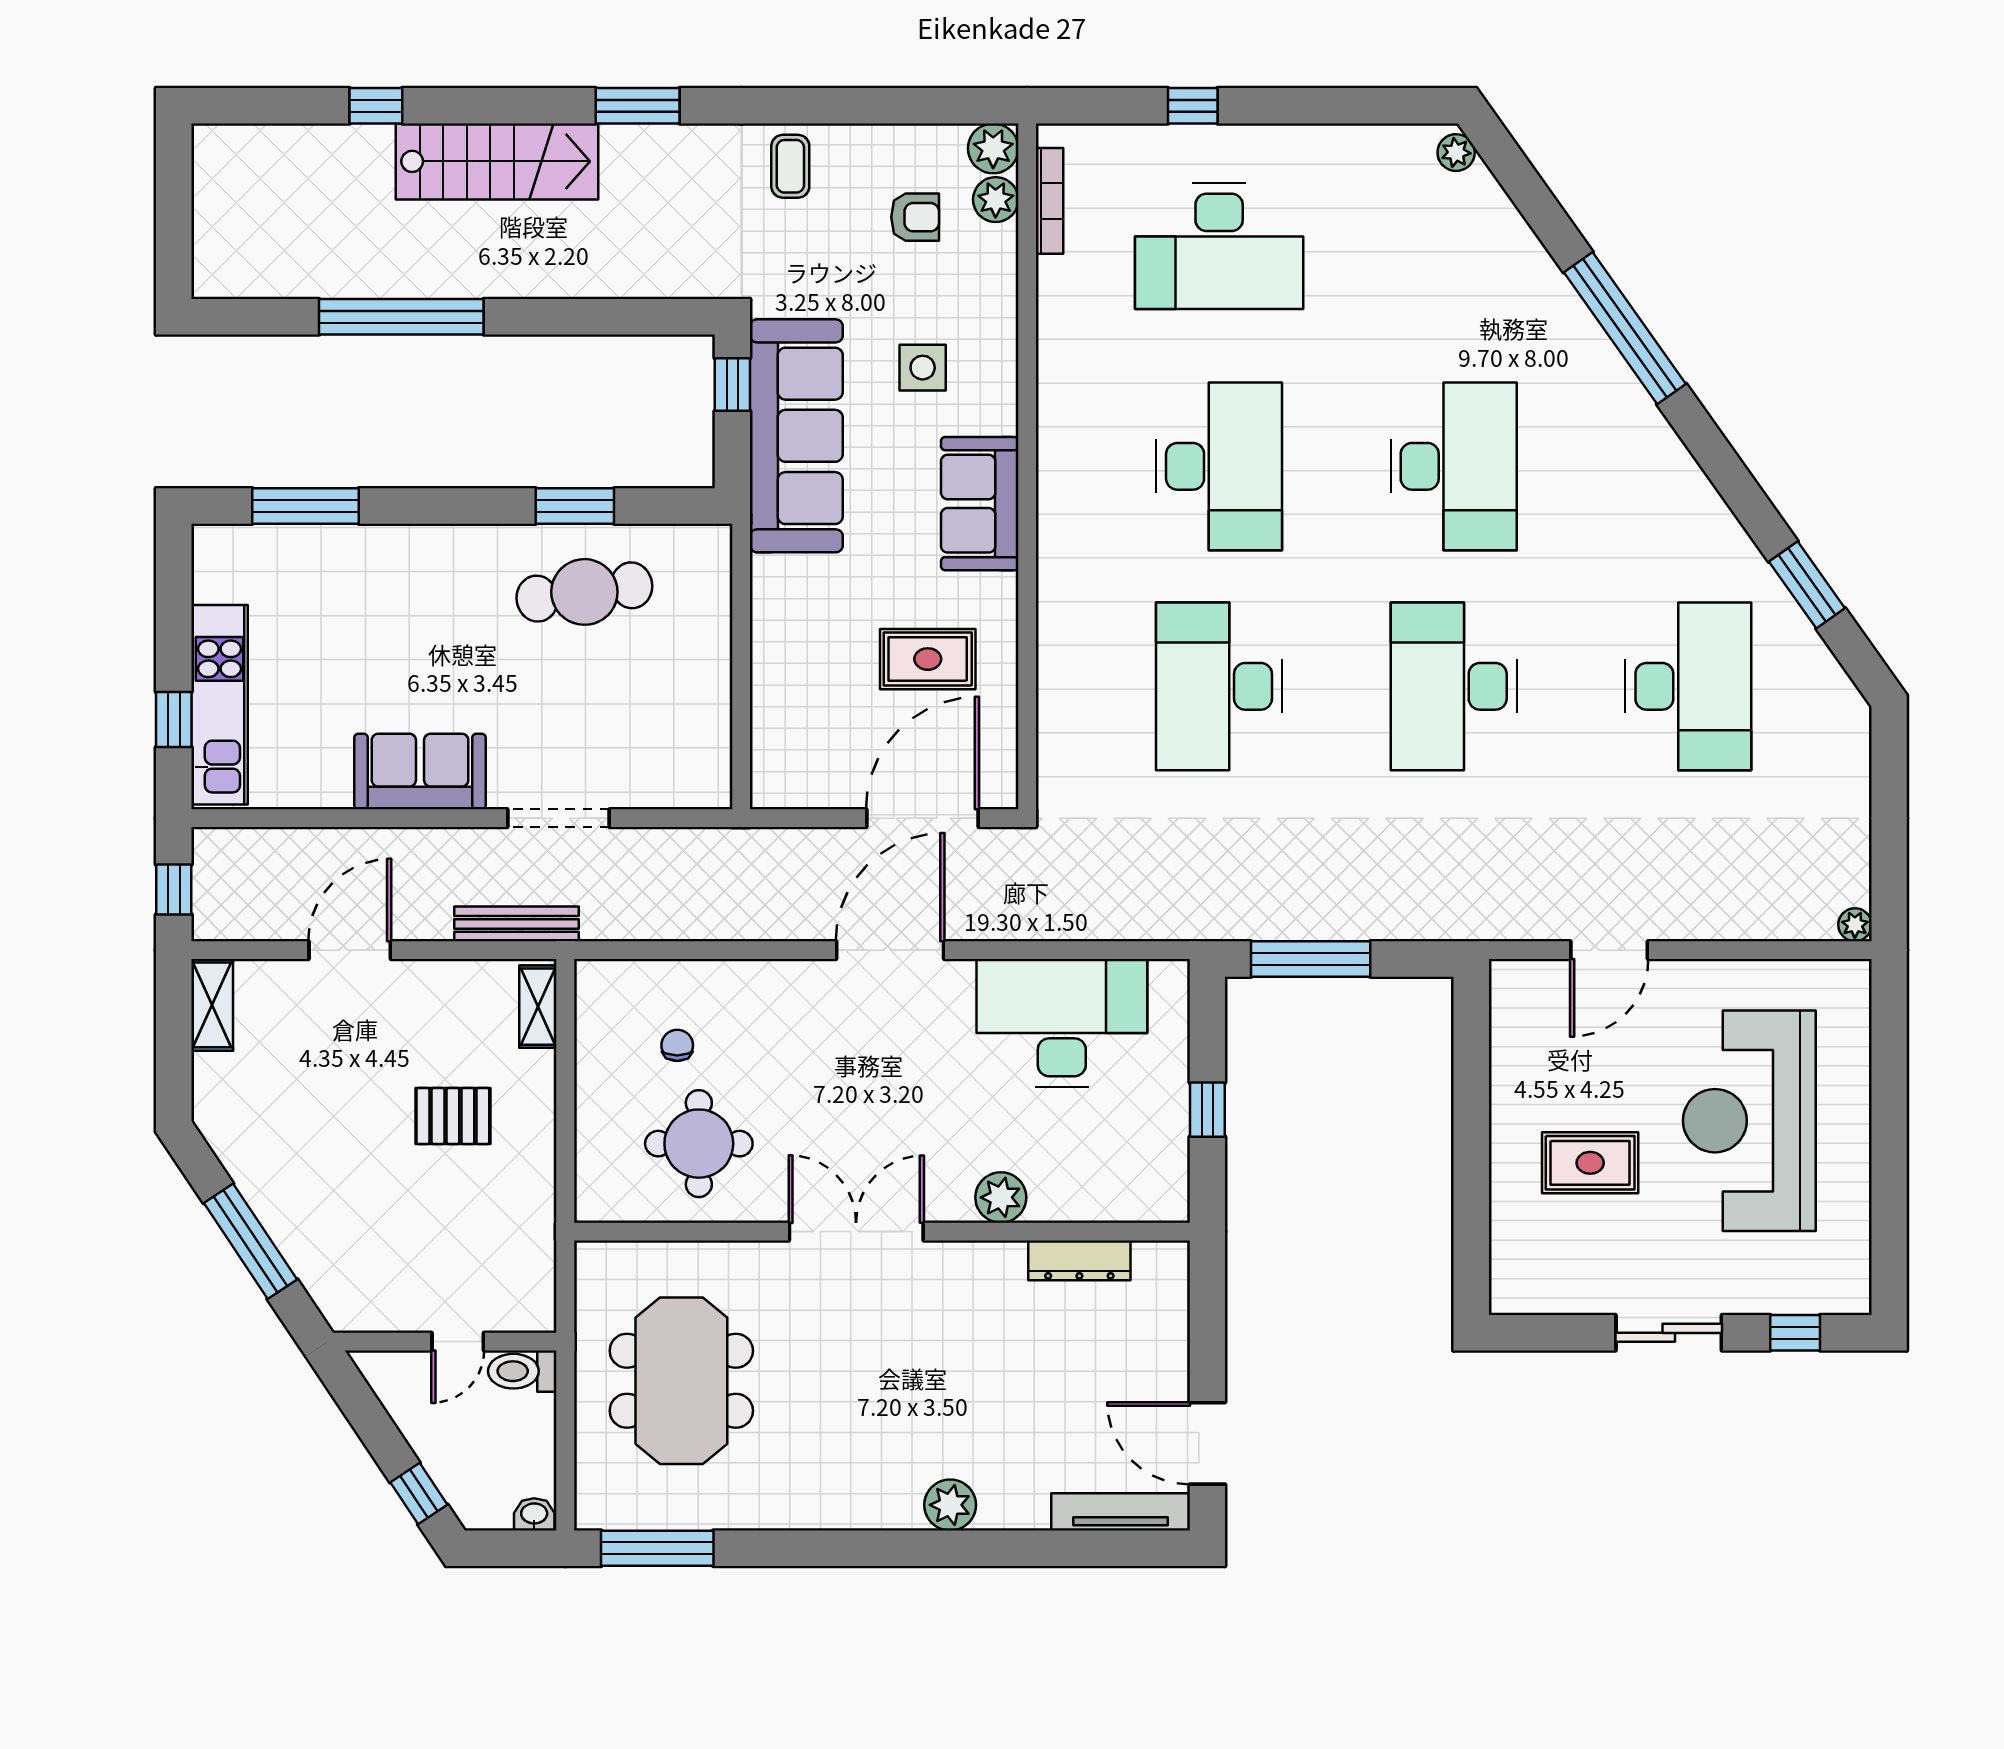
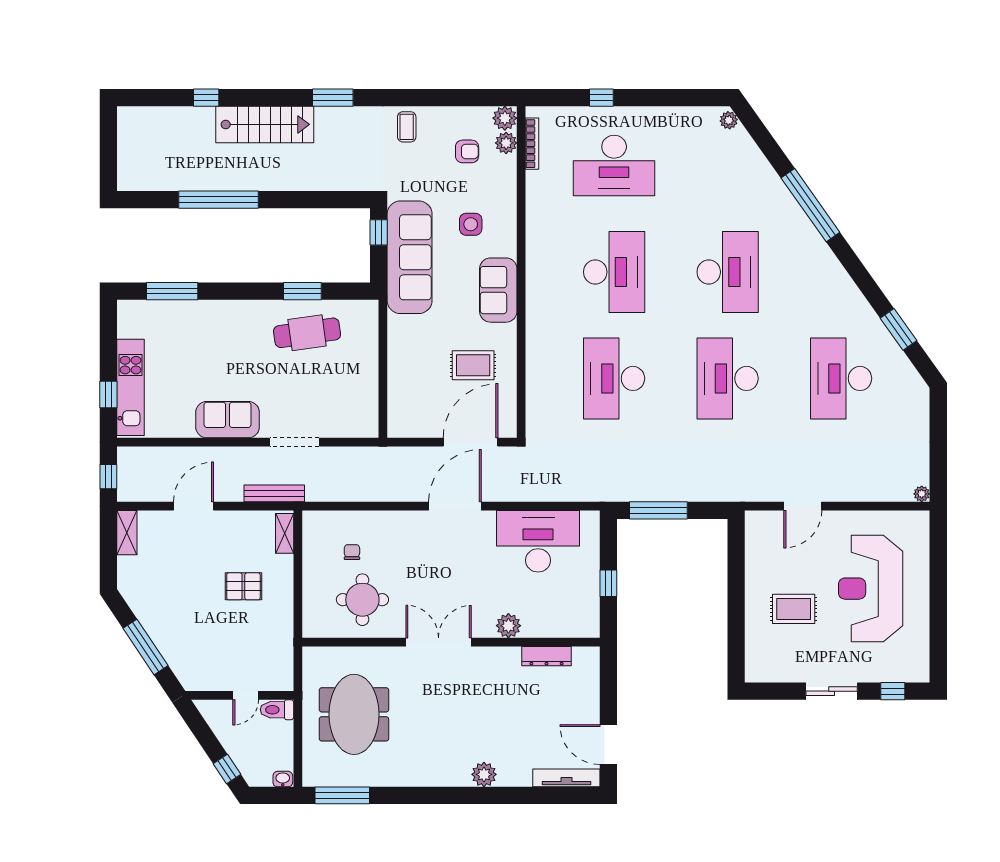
desk: (1688, 686) -> (841, 378), turned 180

